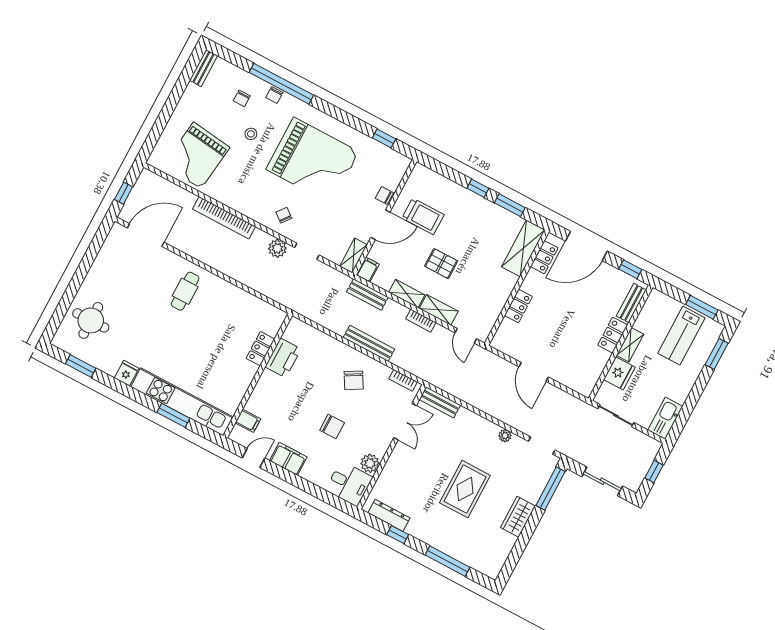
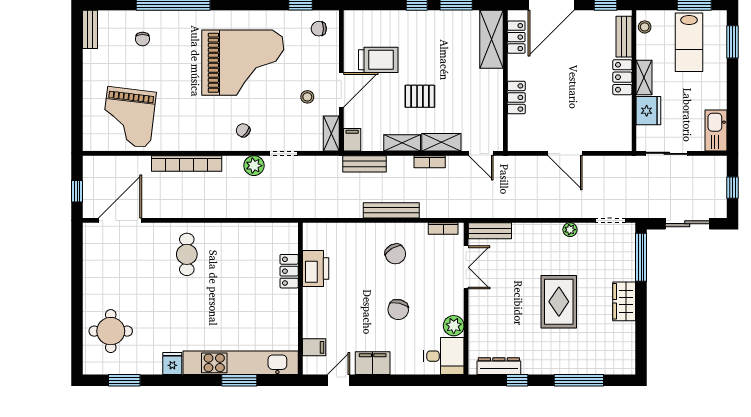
chair: (274, 95) -> (172, 19), removed
stool: (251, 134) -> (307, 97), moved
chair: (384, 195) -> (319, 29), moved
stool: (652, 304) -> (645, 27), added
chair: (332, 426) -> (398, 310), turned 103

